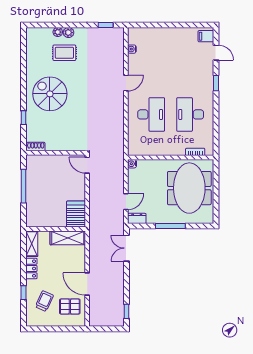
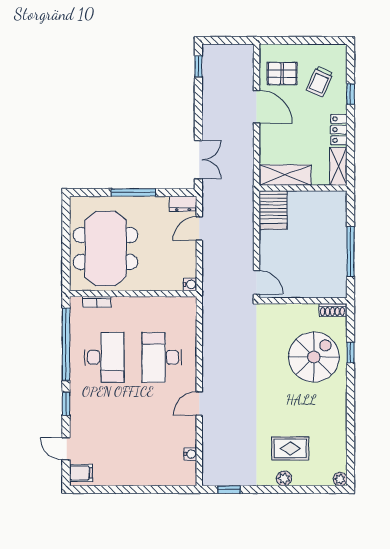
plant: (58, 32) -> (340, 479), moved
spiral stairs: (50, 94) -> (314, 357), moved, turned -90
window: (216, 123) -> (66, 344), added

